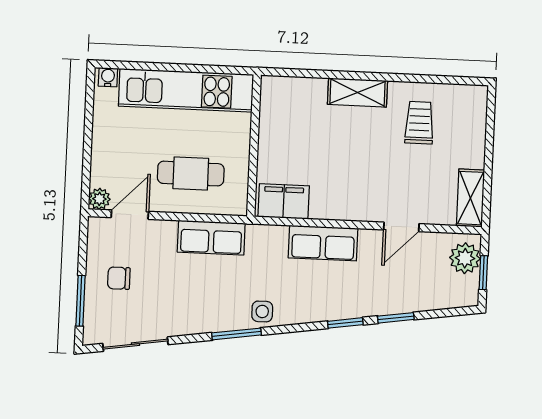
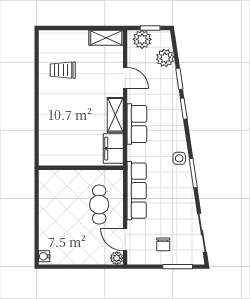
kitchen unit: (186, 90) -> (50, 210), removed
shelving: (357, 92) -> (115, 115), moved
row of seats: (211, 238) -> (137, 191), width x1.48
plant: (432, 296) -> (165, 58), added

